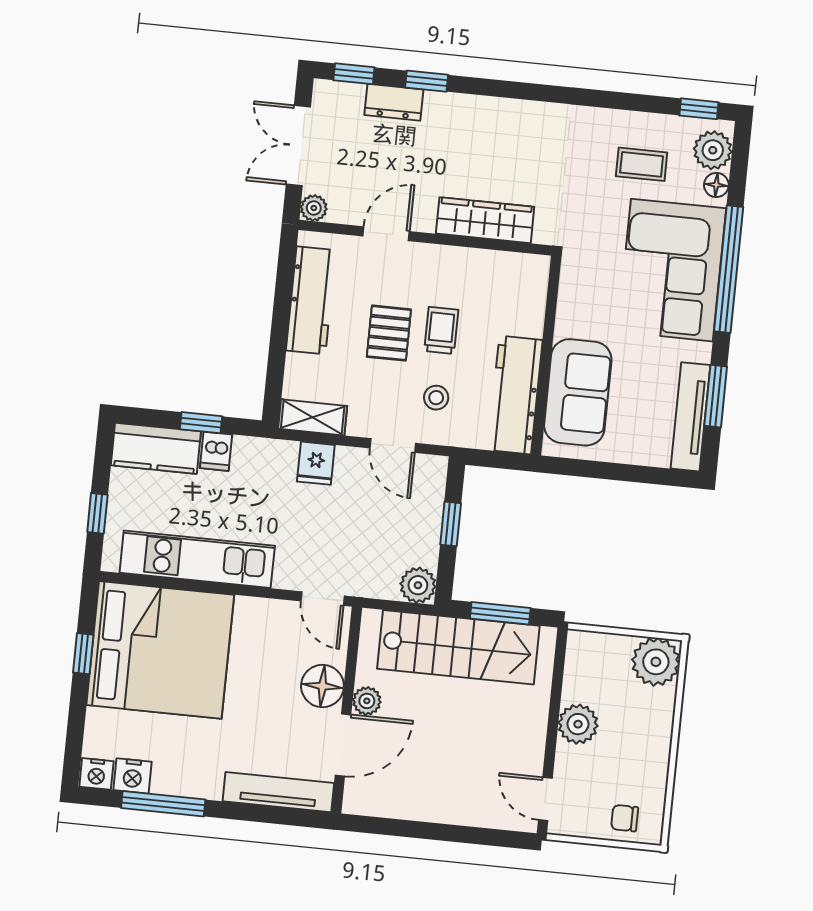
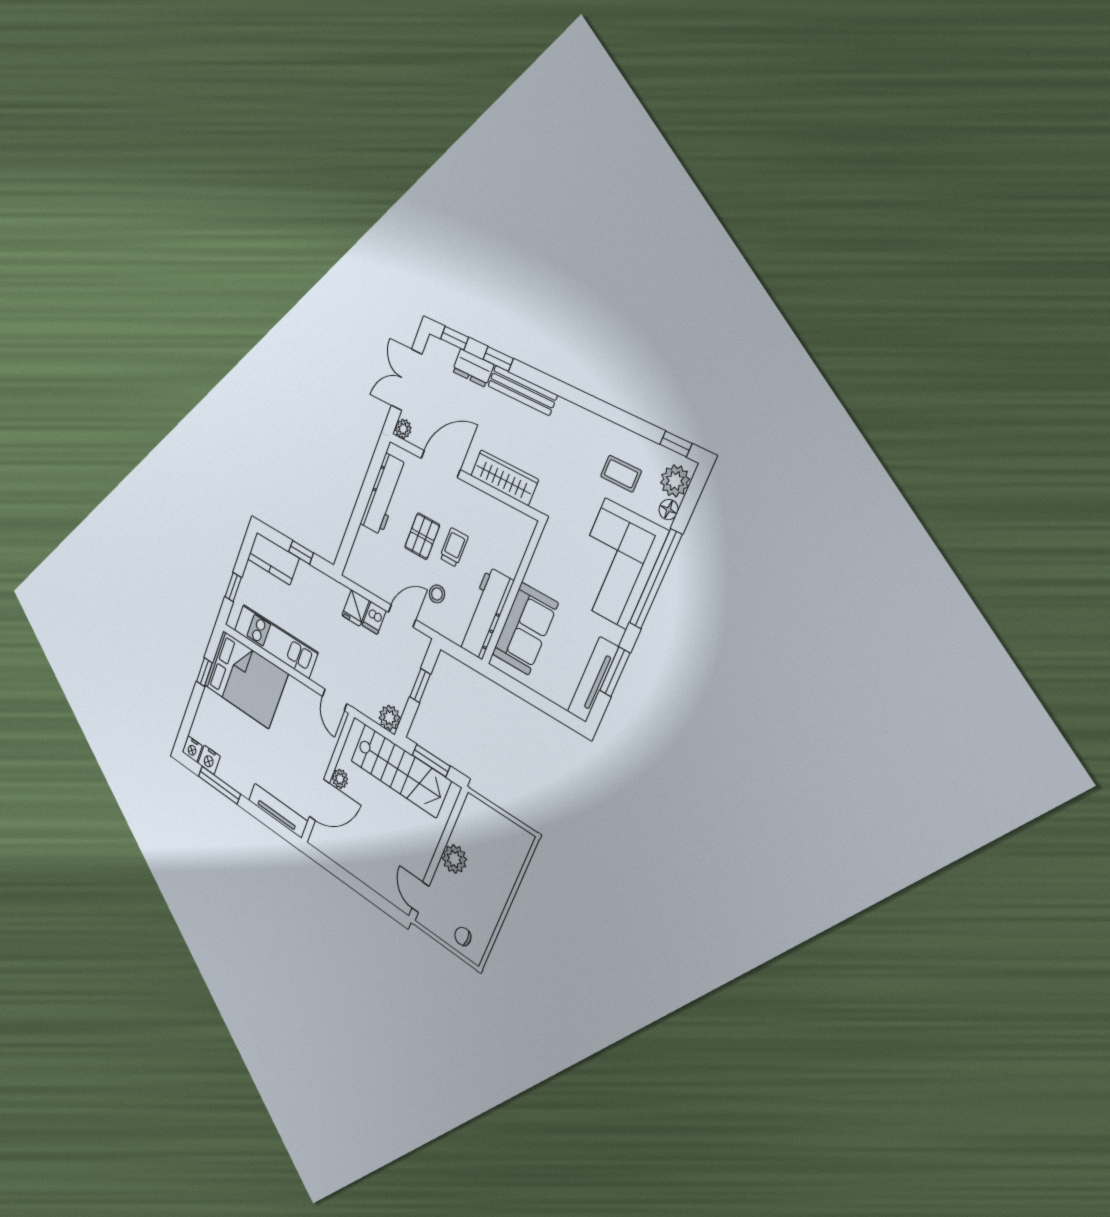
bench: (474, 109) -> (522, 390), added
door: (386, 234) -> (441, 464), width x1.38
shelving: (313, 417) -> (362, 576), removed
door: (393, 446) -> (402, 616), swing flipped
dishwasher: (216, 451) -> (374, 618), moved
bed: (160, 650) -> (246, 680), width x0.73
plant: (656, 662) -> (515, 843), removed
floor lamp: (322, 686) -> (319, 756), removed

